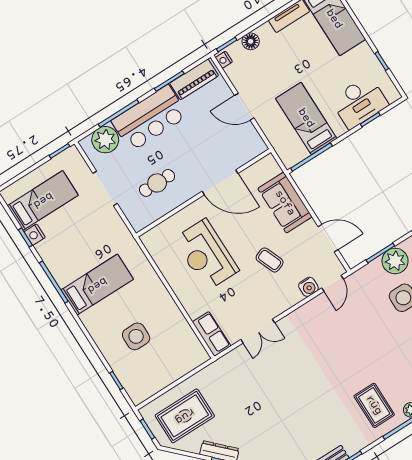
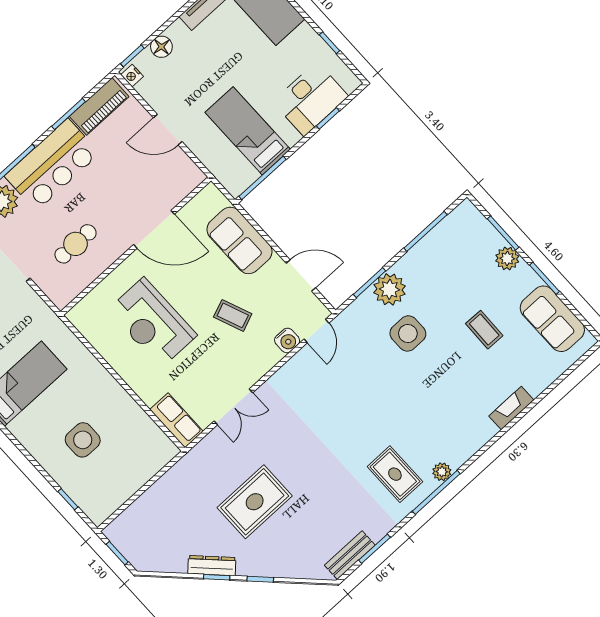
rug: (185, 416) -> (255, 502), moved

